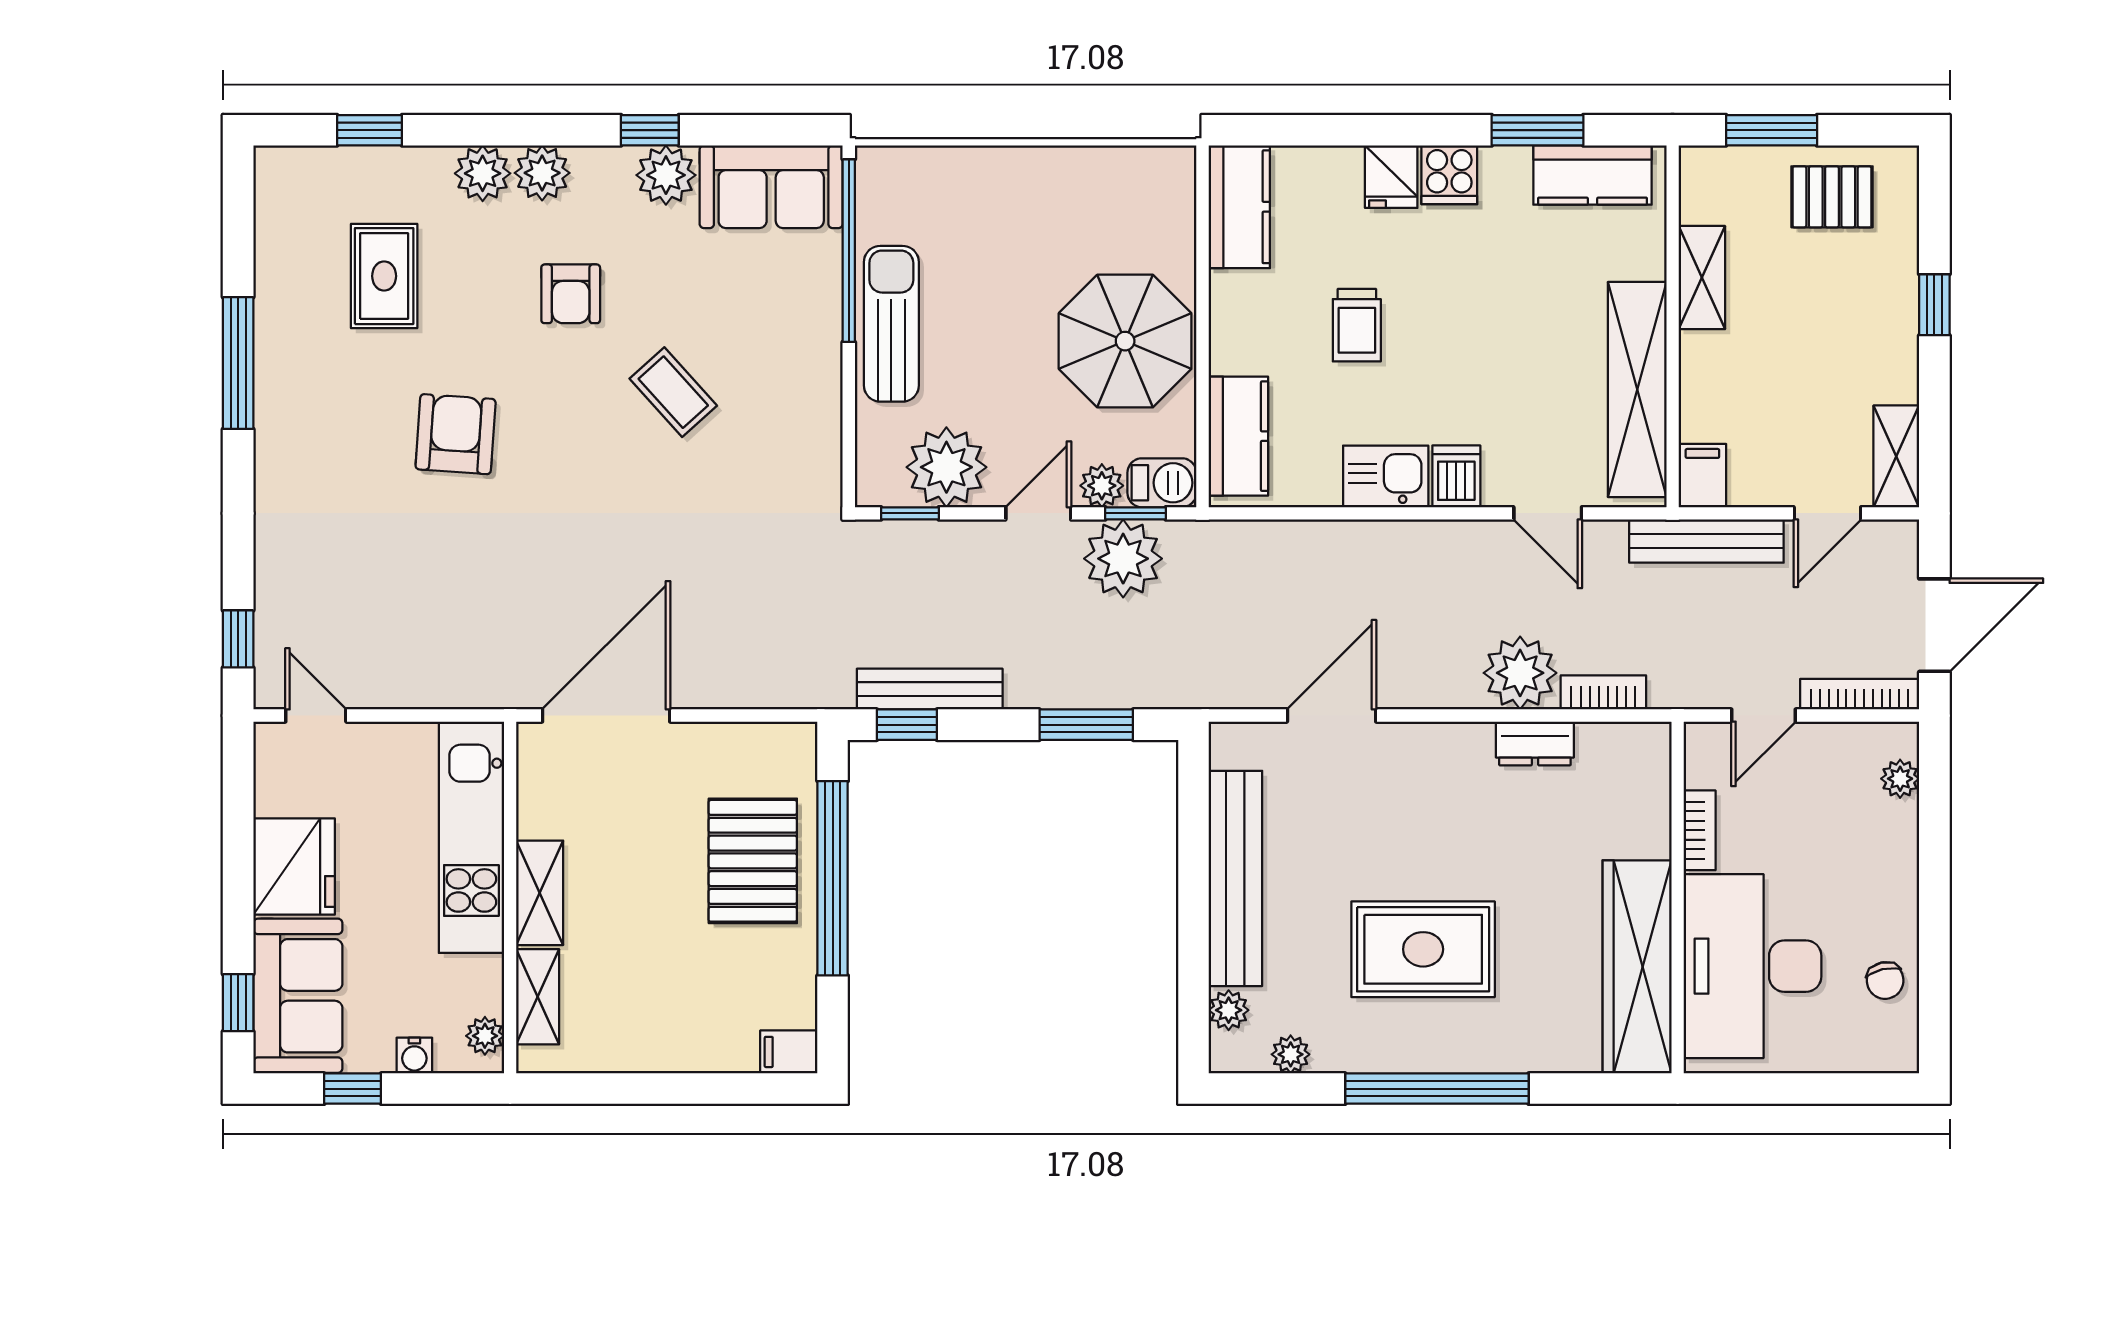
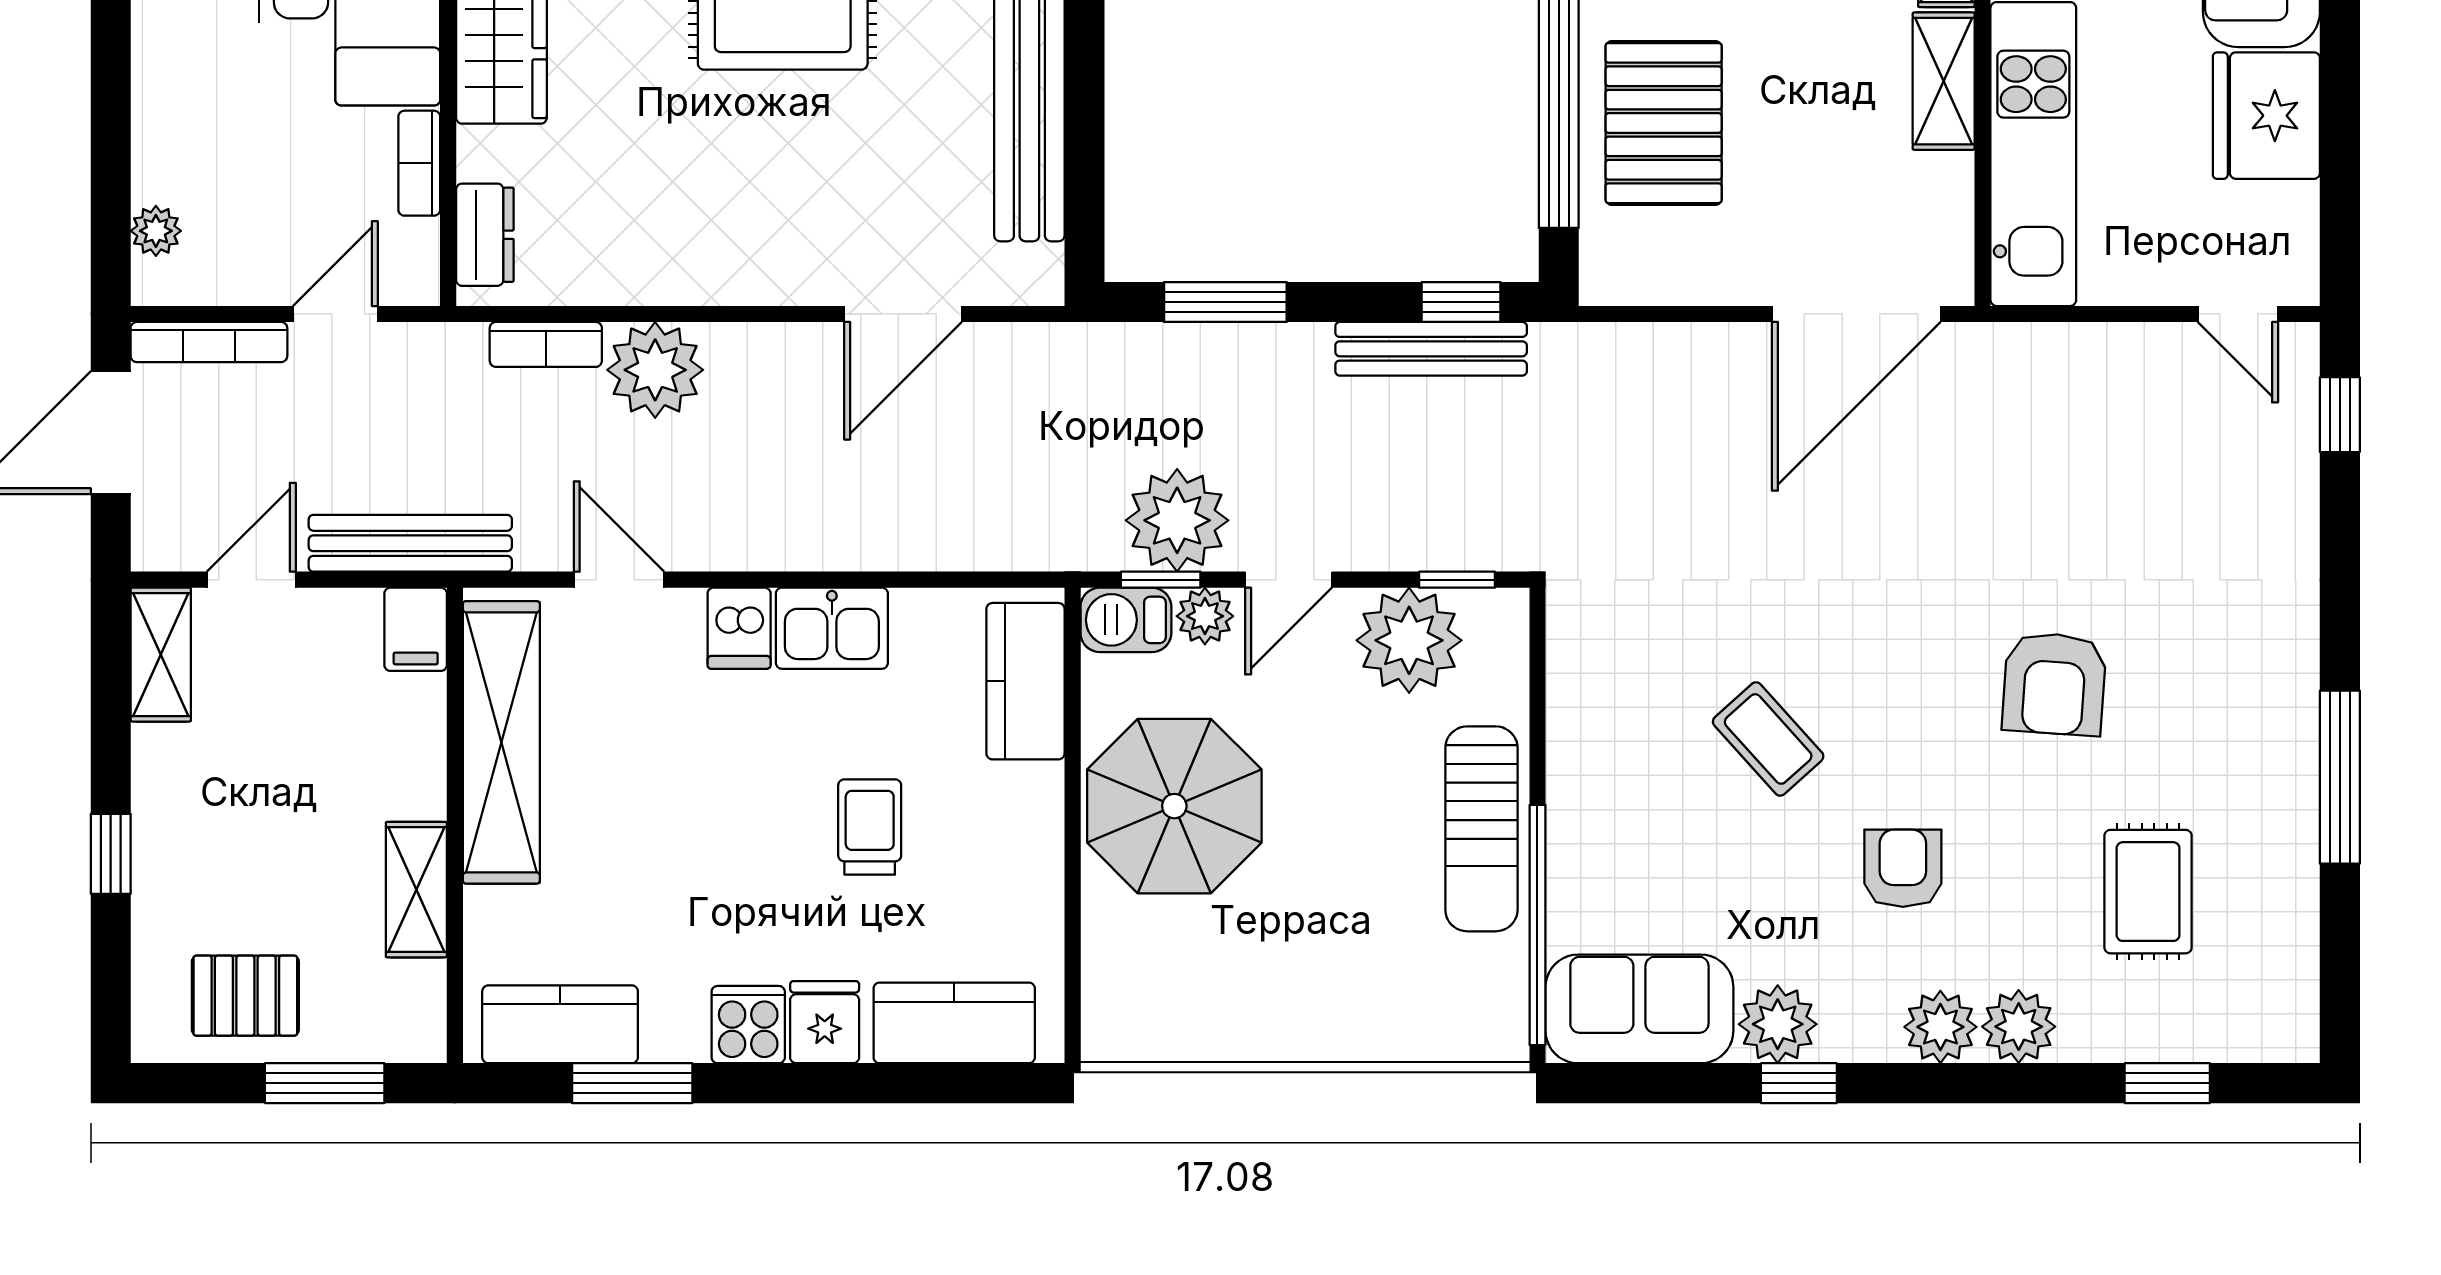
kitchen counter: (1239, 207) -> (954, 1023), moved, turned 90
dresser: (1535, 744) -> (485, 235), moved, turned 90

